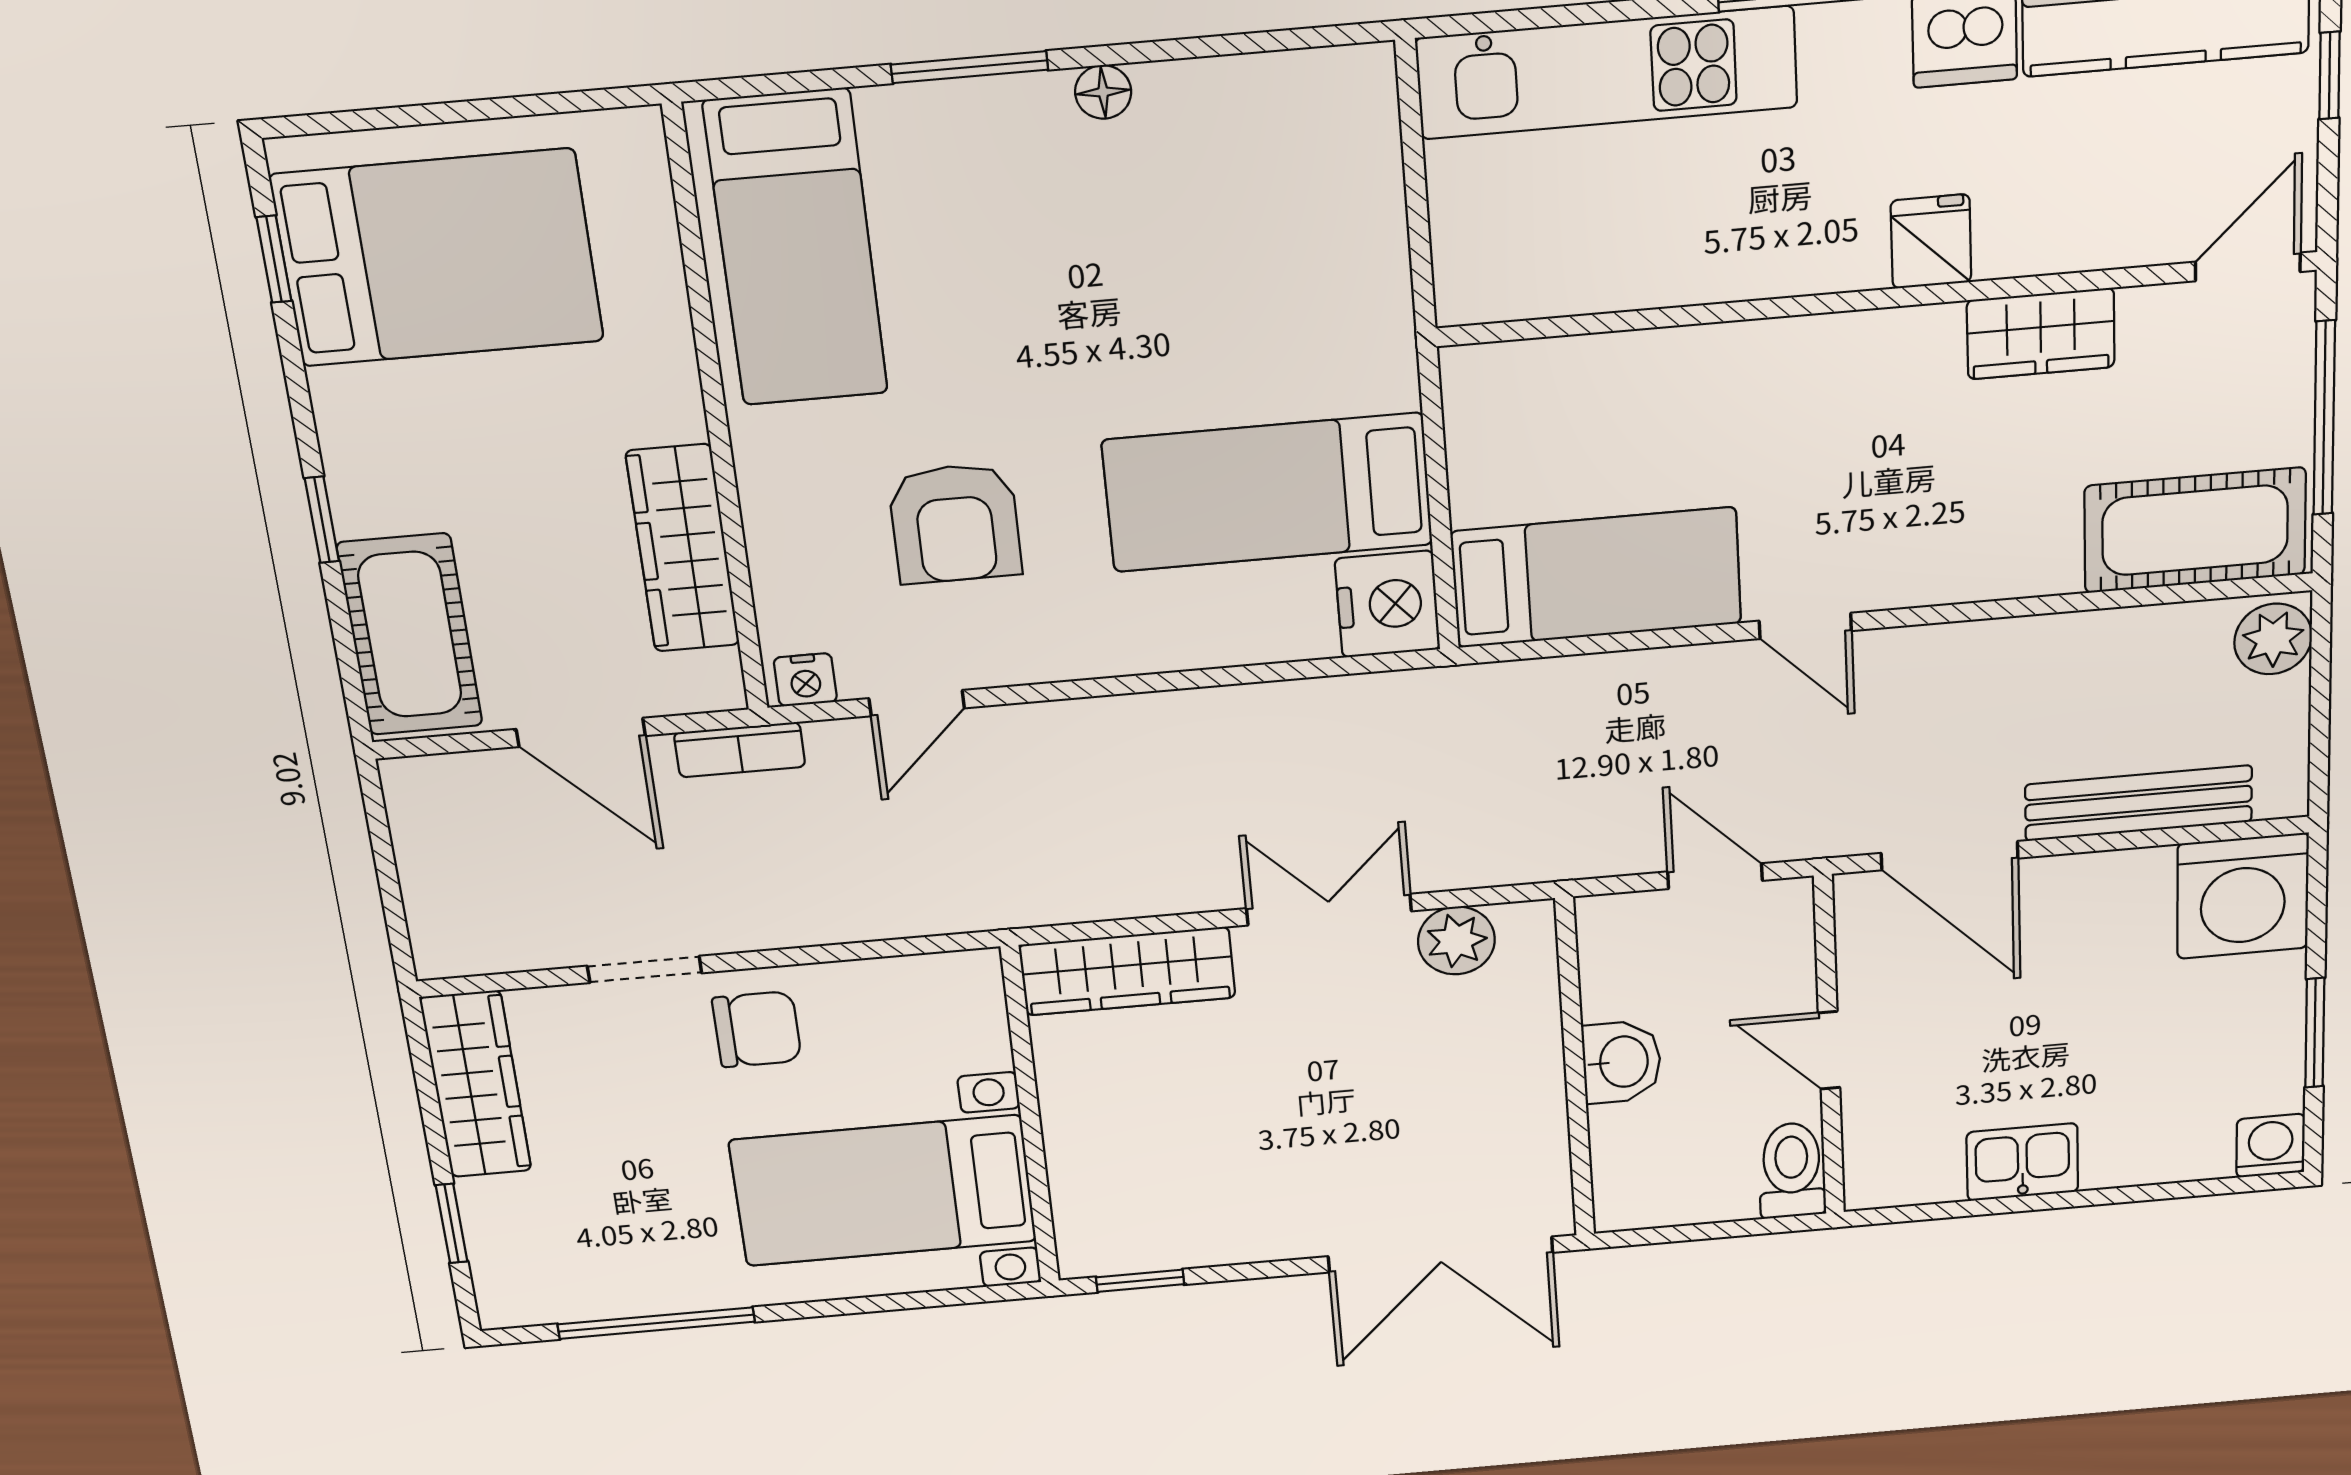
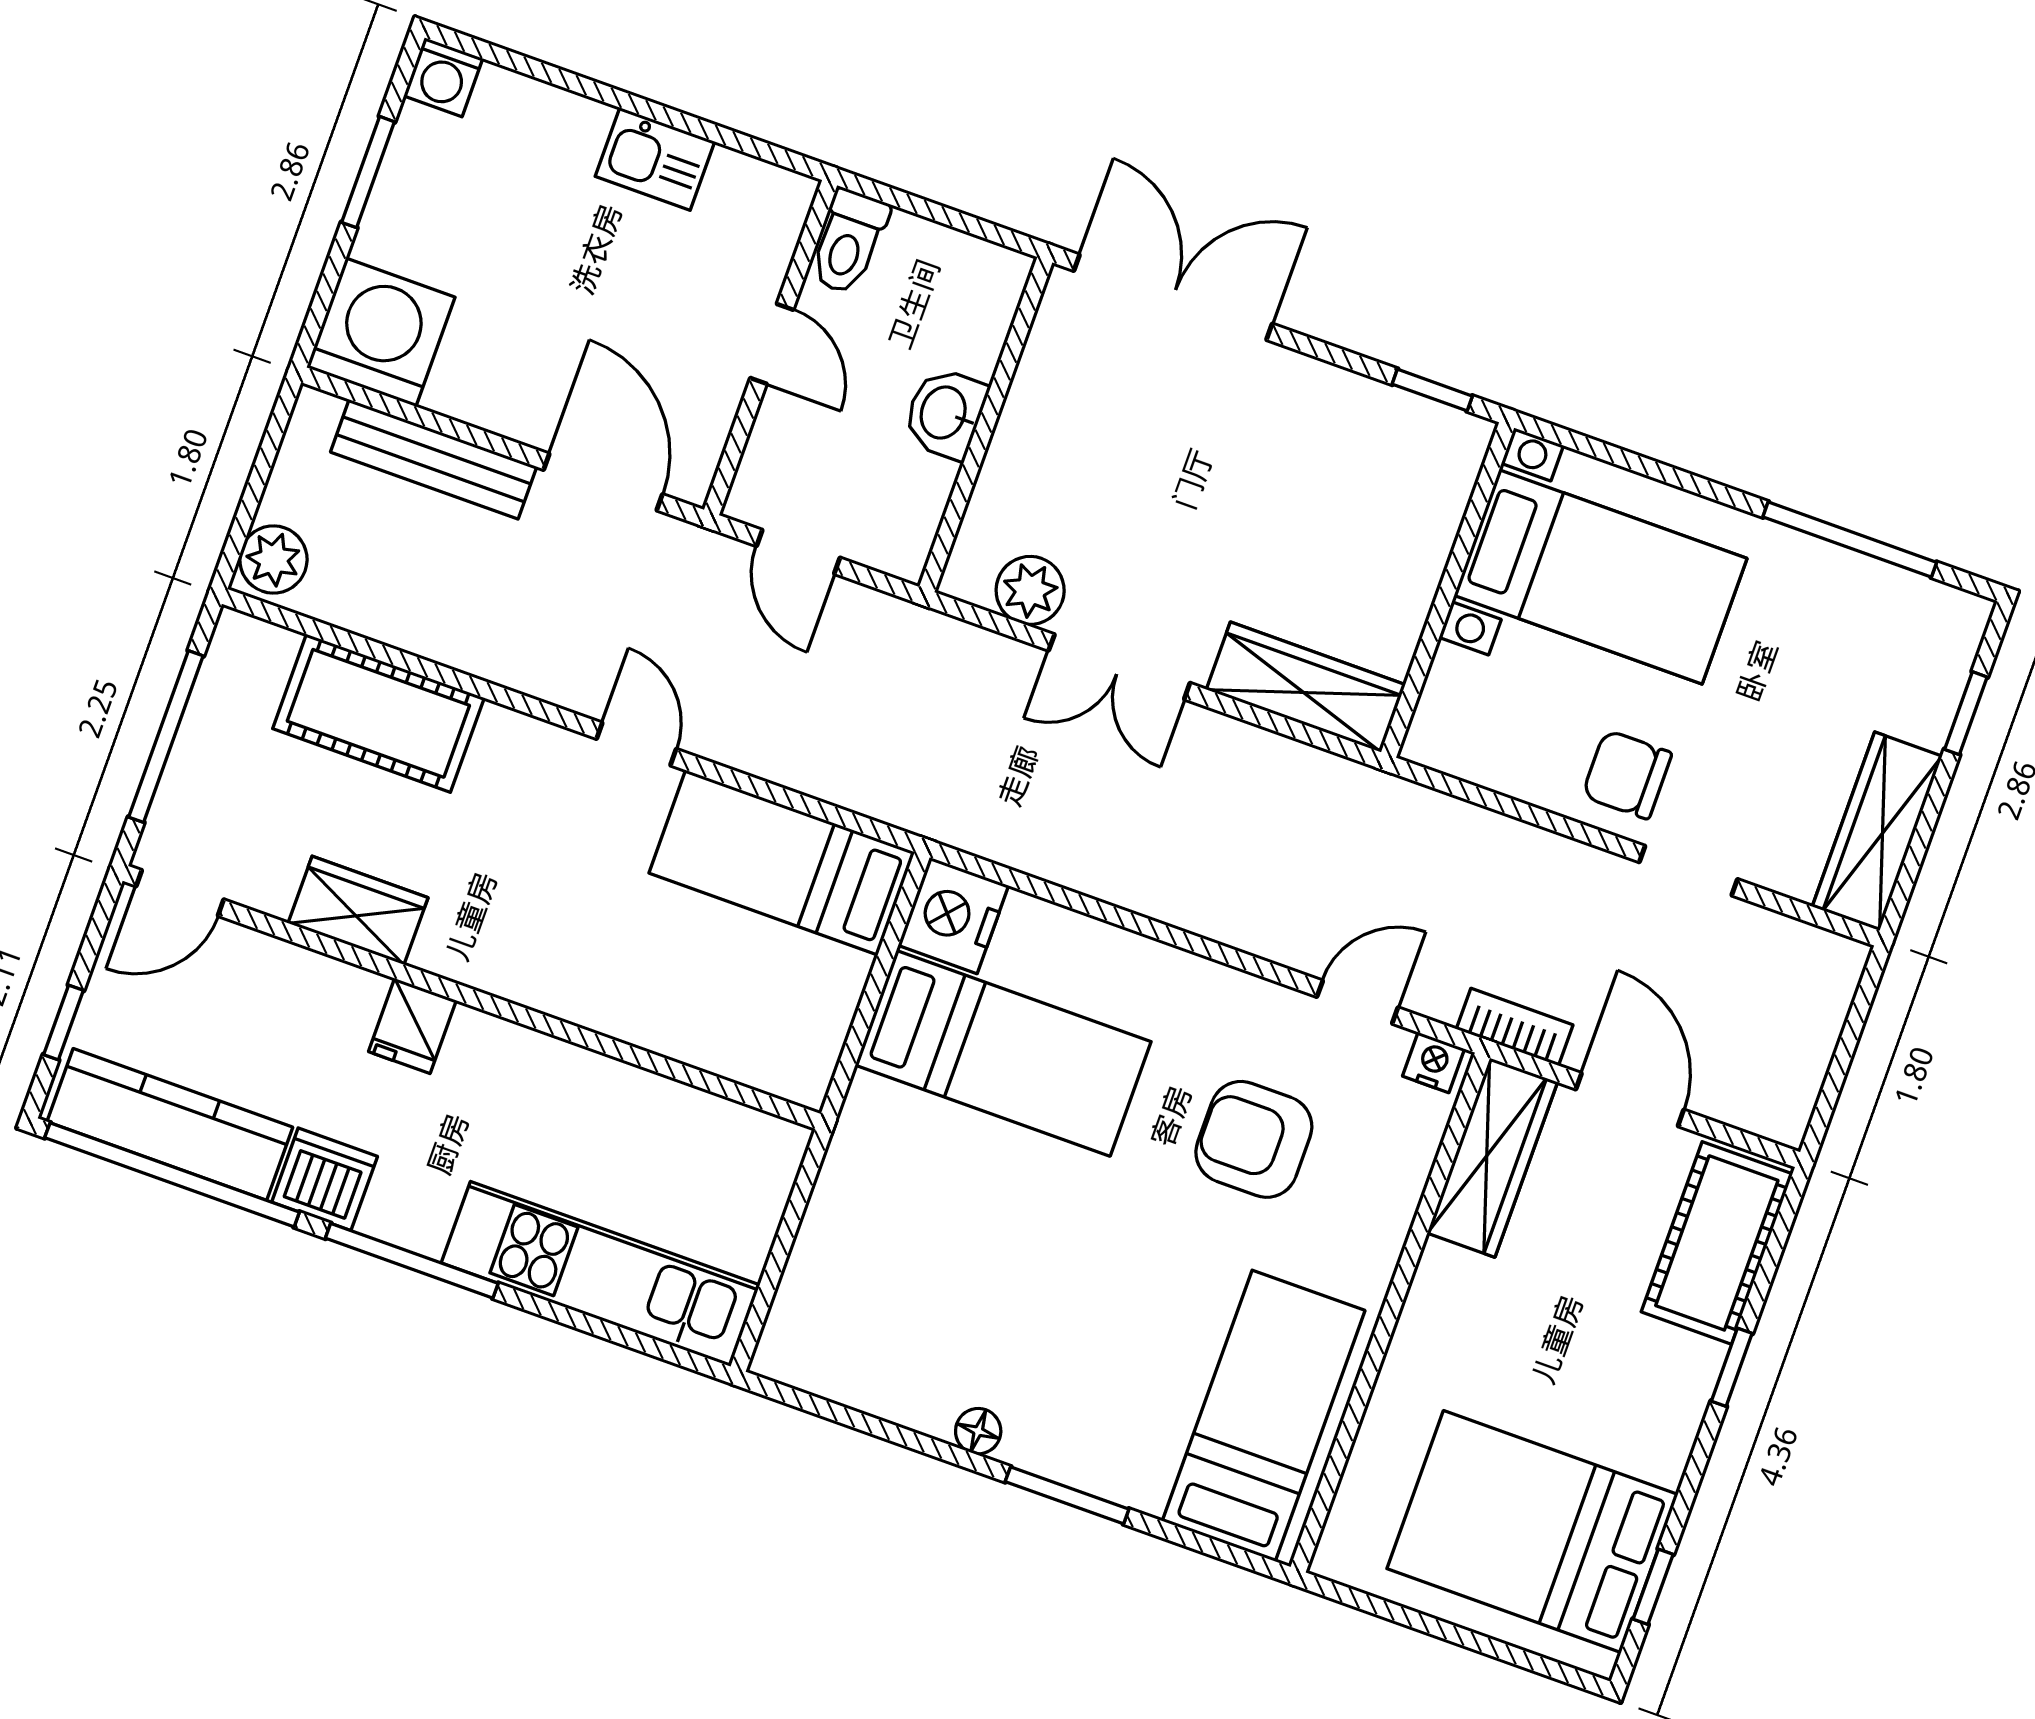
armchair: (955, 523) -> (1254, 1139), turned -90
cot: (2195, 530) -> (378, 713), moved
wardrobe: (683, 548) -> (1492, 1158), moved

